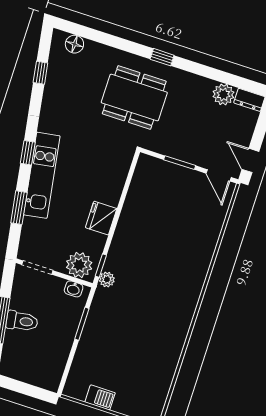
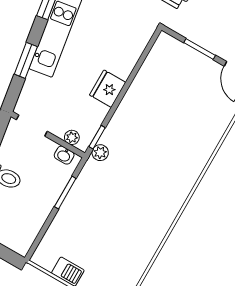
plant: (79, 265) -> (72, 137), width x0.53, depth x0.53

